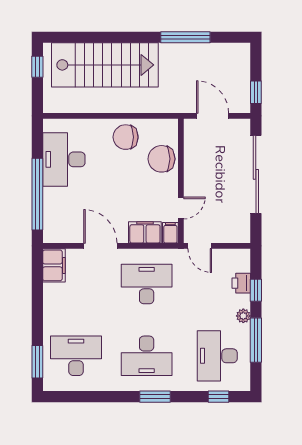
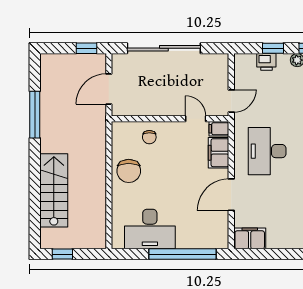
stairs: (105, 65) -> (54, 190), width x0.73, depth x0.66
chair: (161, 159) -> (149, 137), width x0.54, depth x0.54

